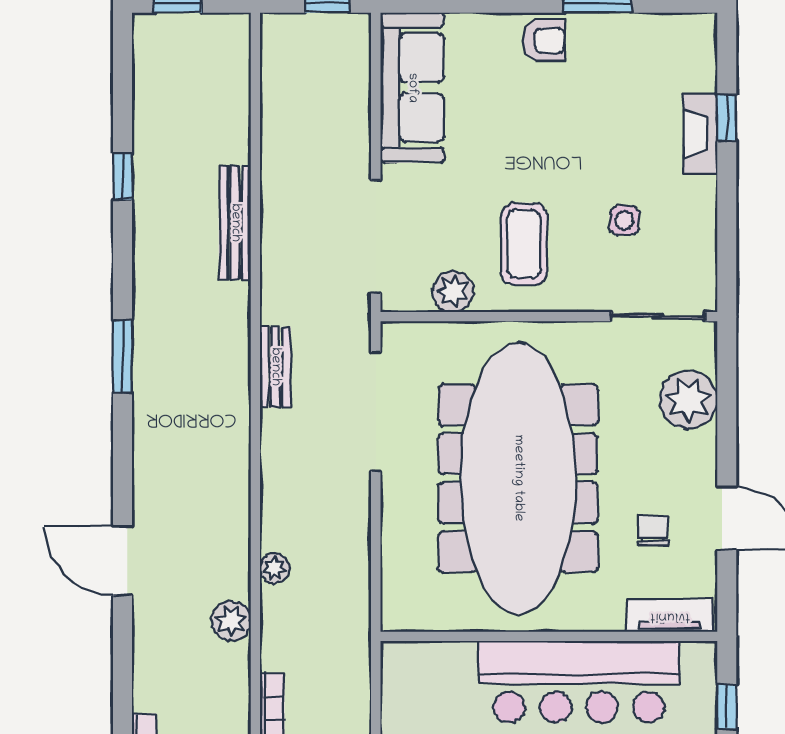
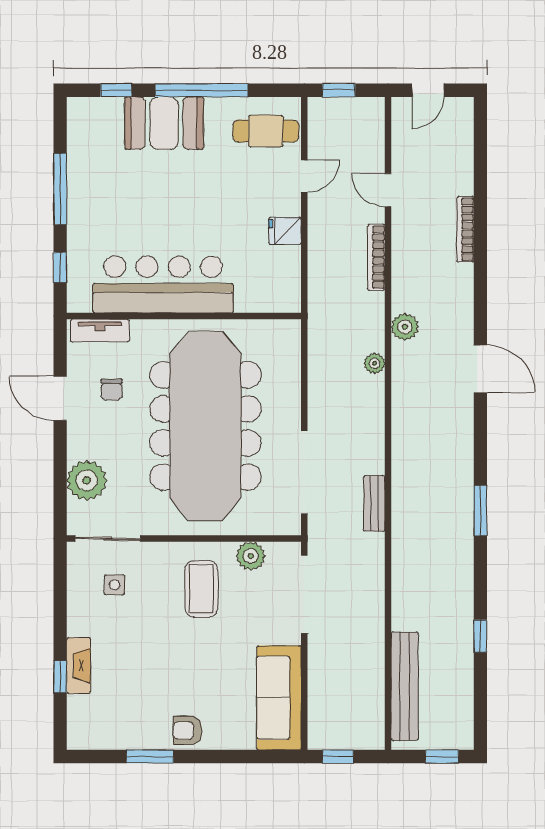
side table: (624, 220) -> (115, 585), moved
bench: (235, 223) -> (405, 686), moved, width x1.37, depth x1.21

